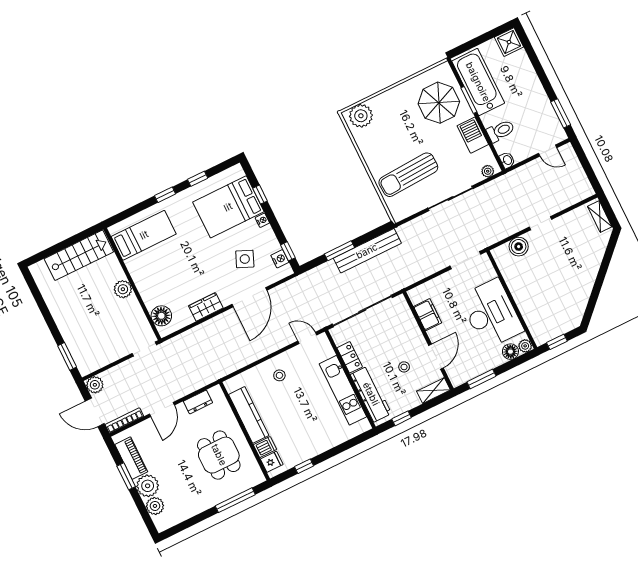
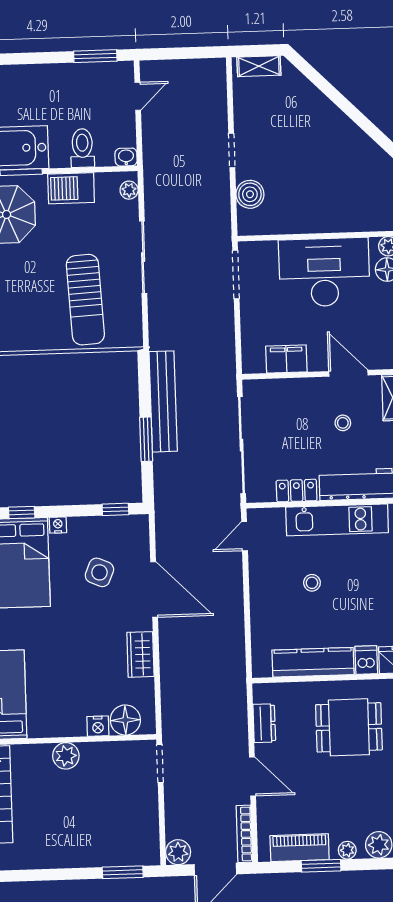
nightstand: (280, 259) -> (98, 726), moved, turned 180
stool: (279, 375) -> (312, 583), moved
plant: (148, 486) -> (347, 850), width x0.53, depth x0.53

